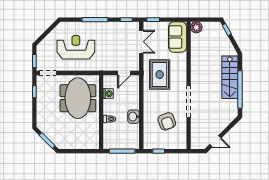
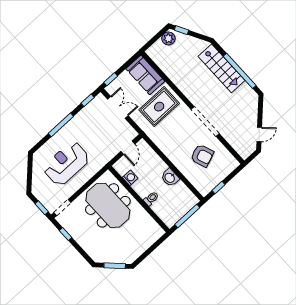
plant: (196, 27) -> (168, 38), moved
rug: (160, 75) -> (159, 107), moved, turned 90

